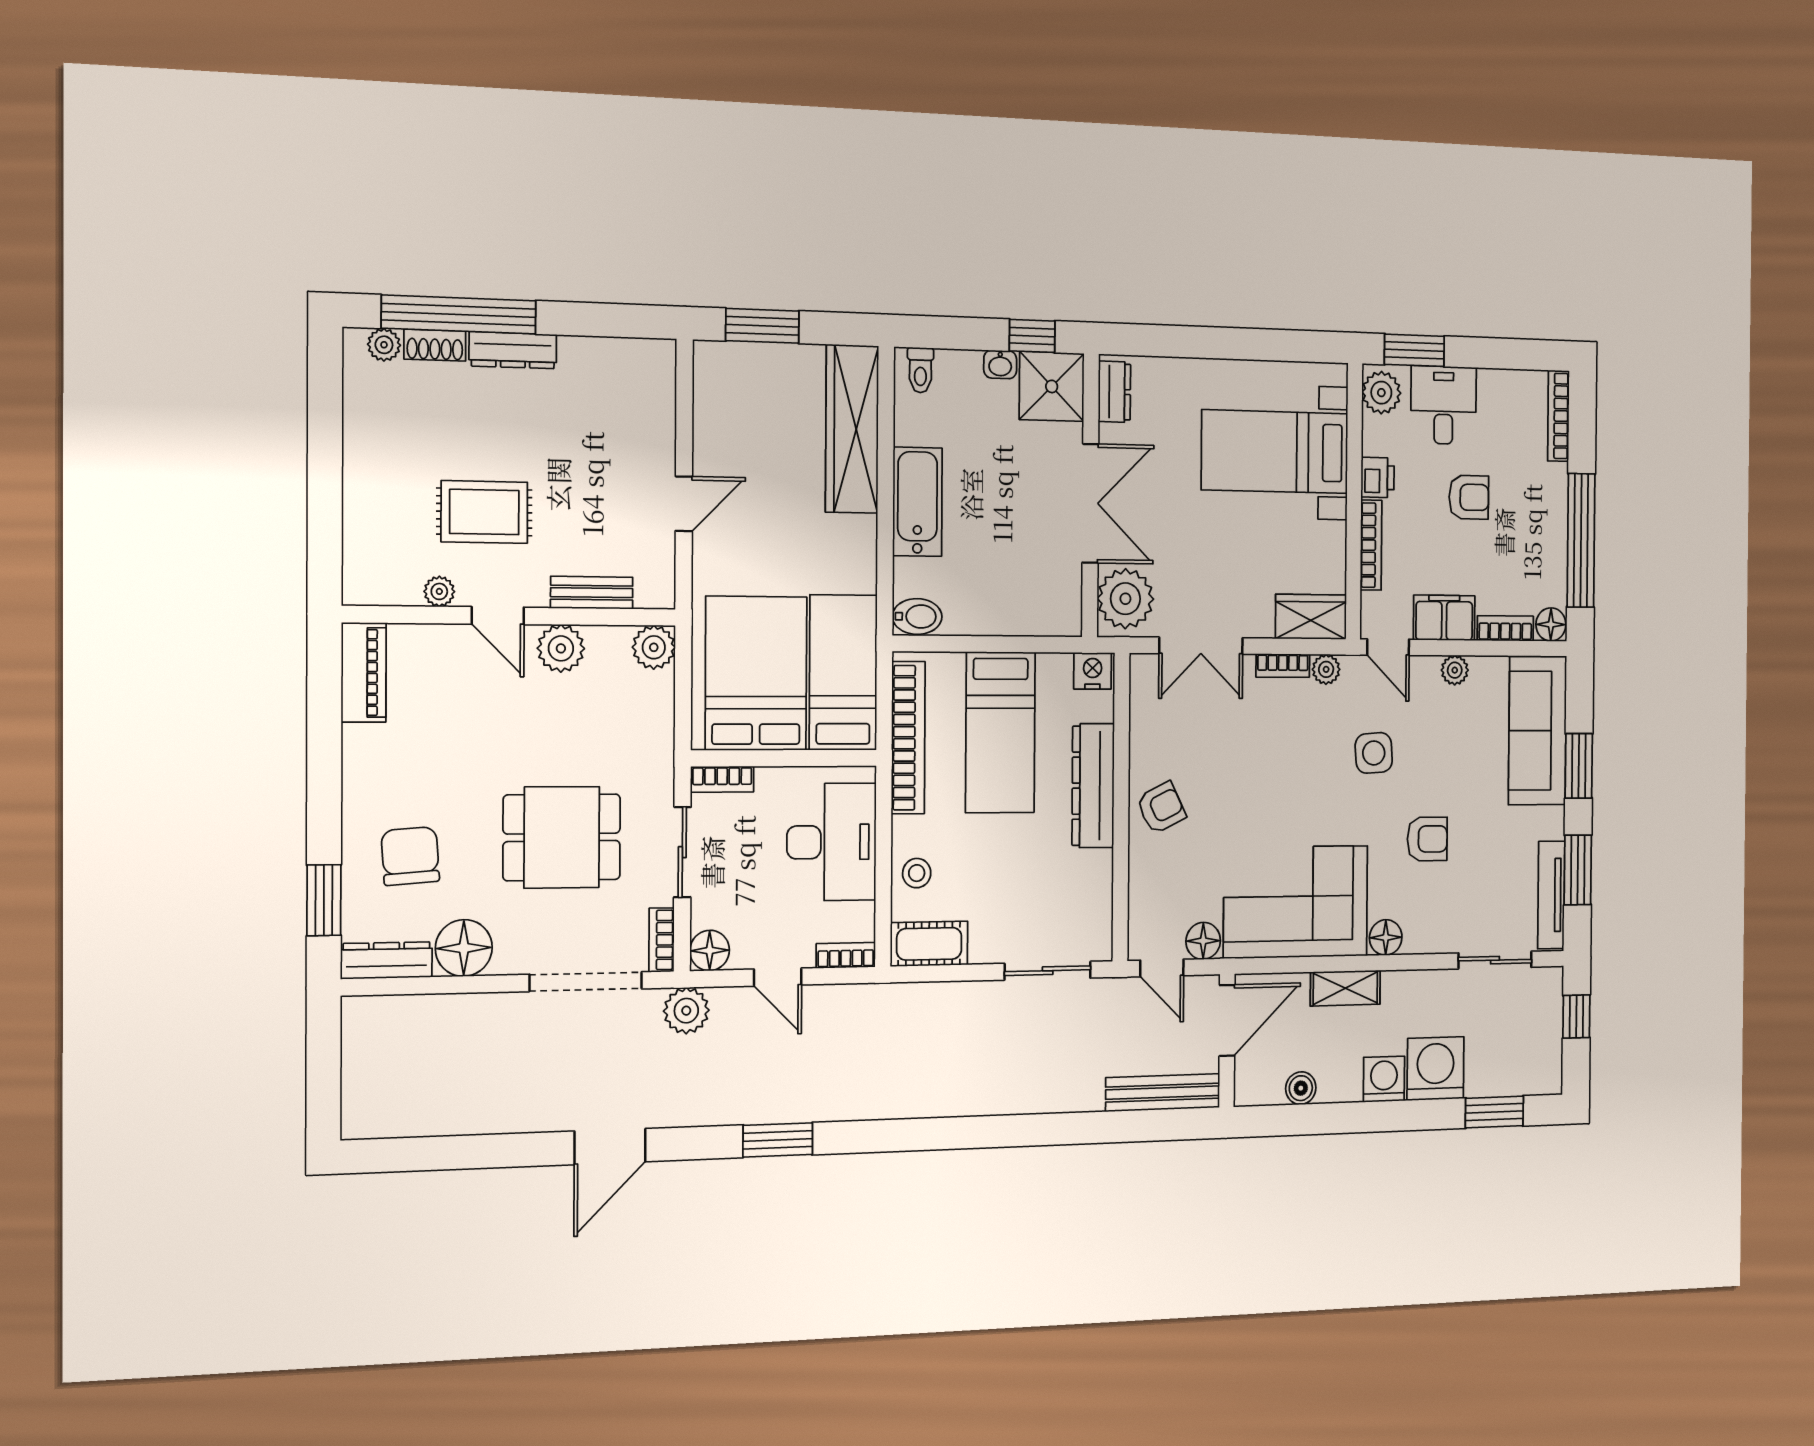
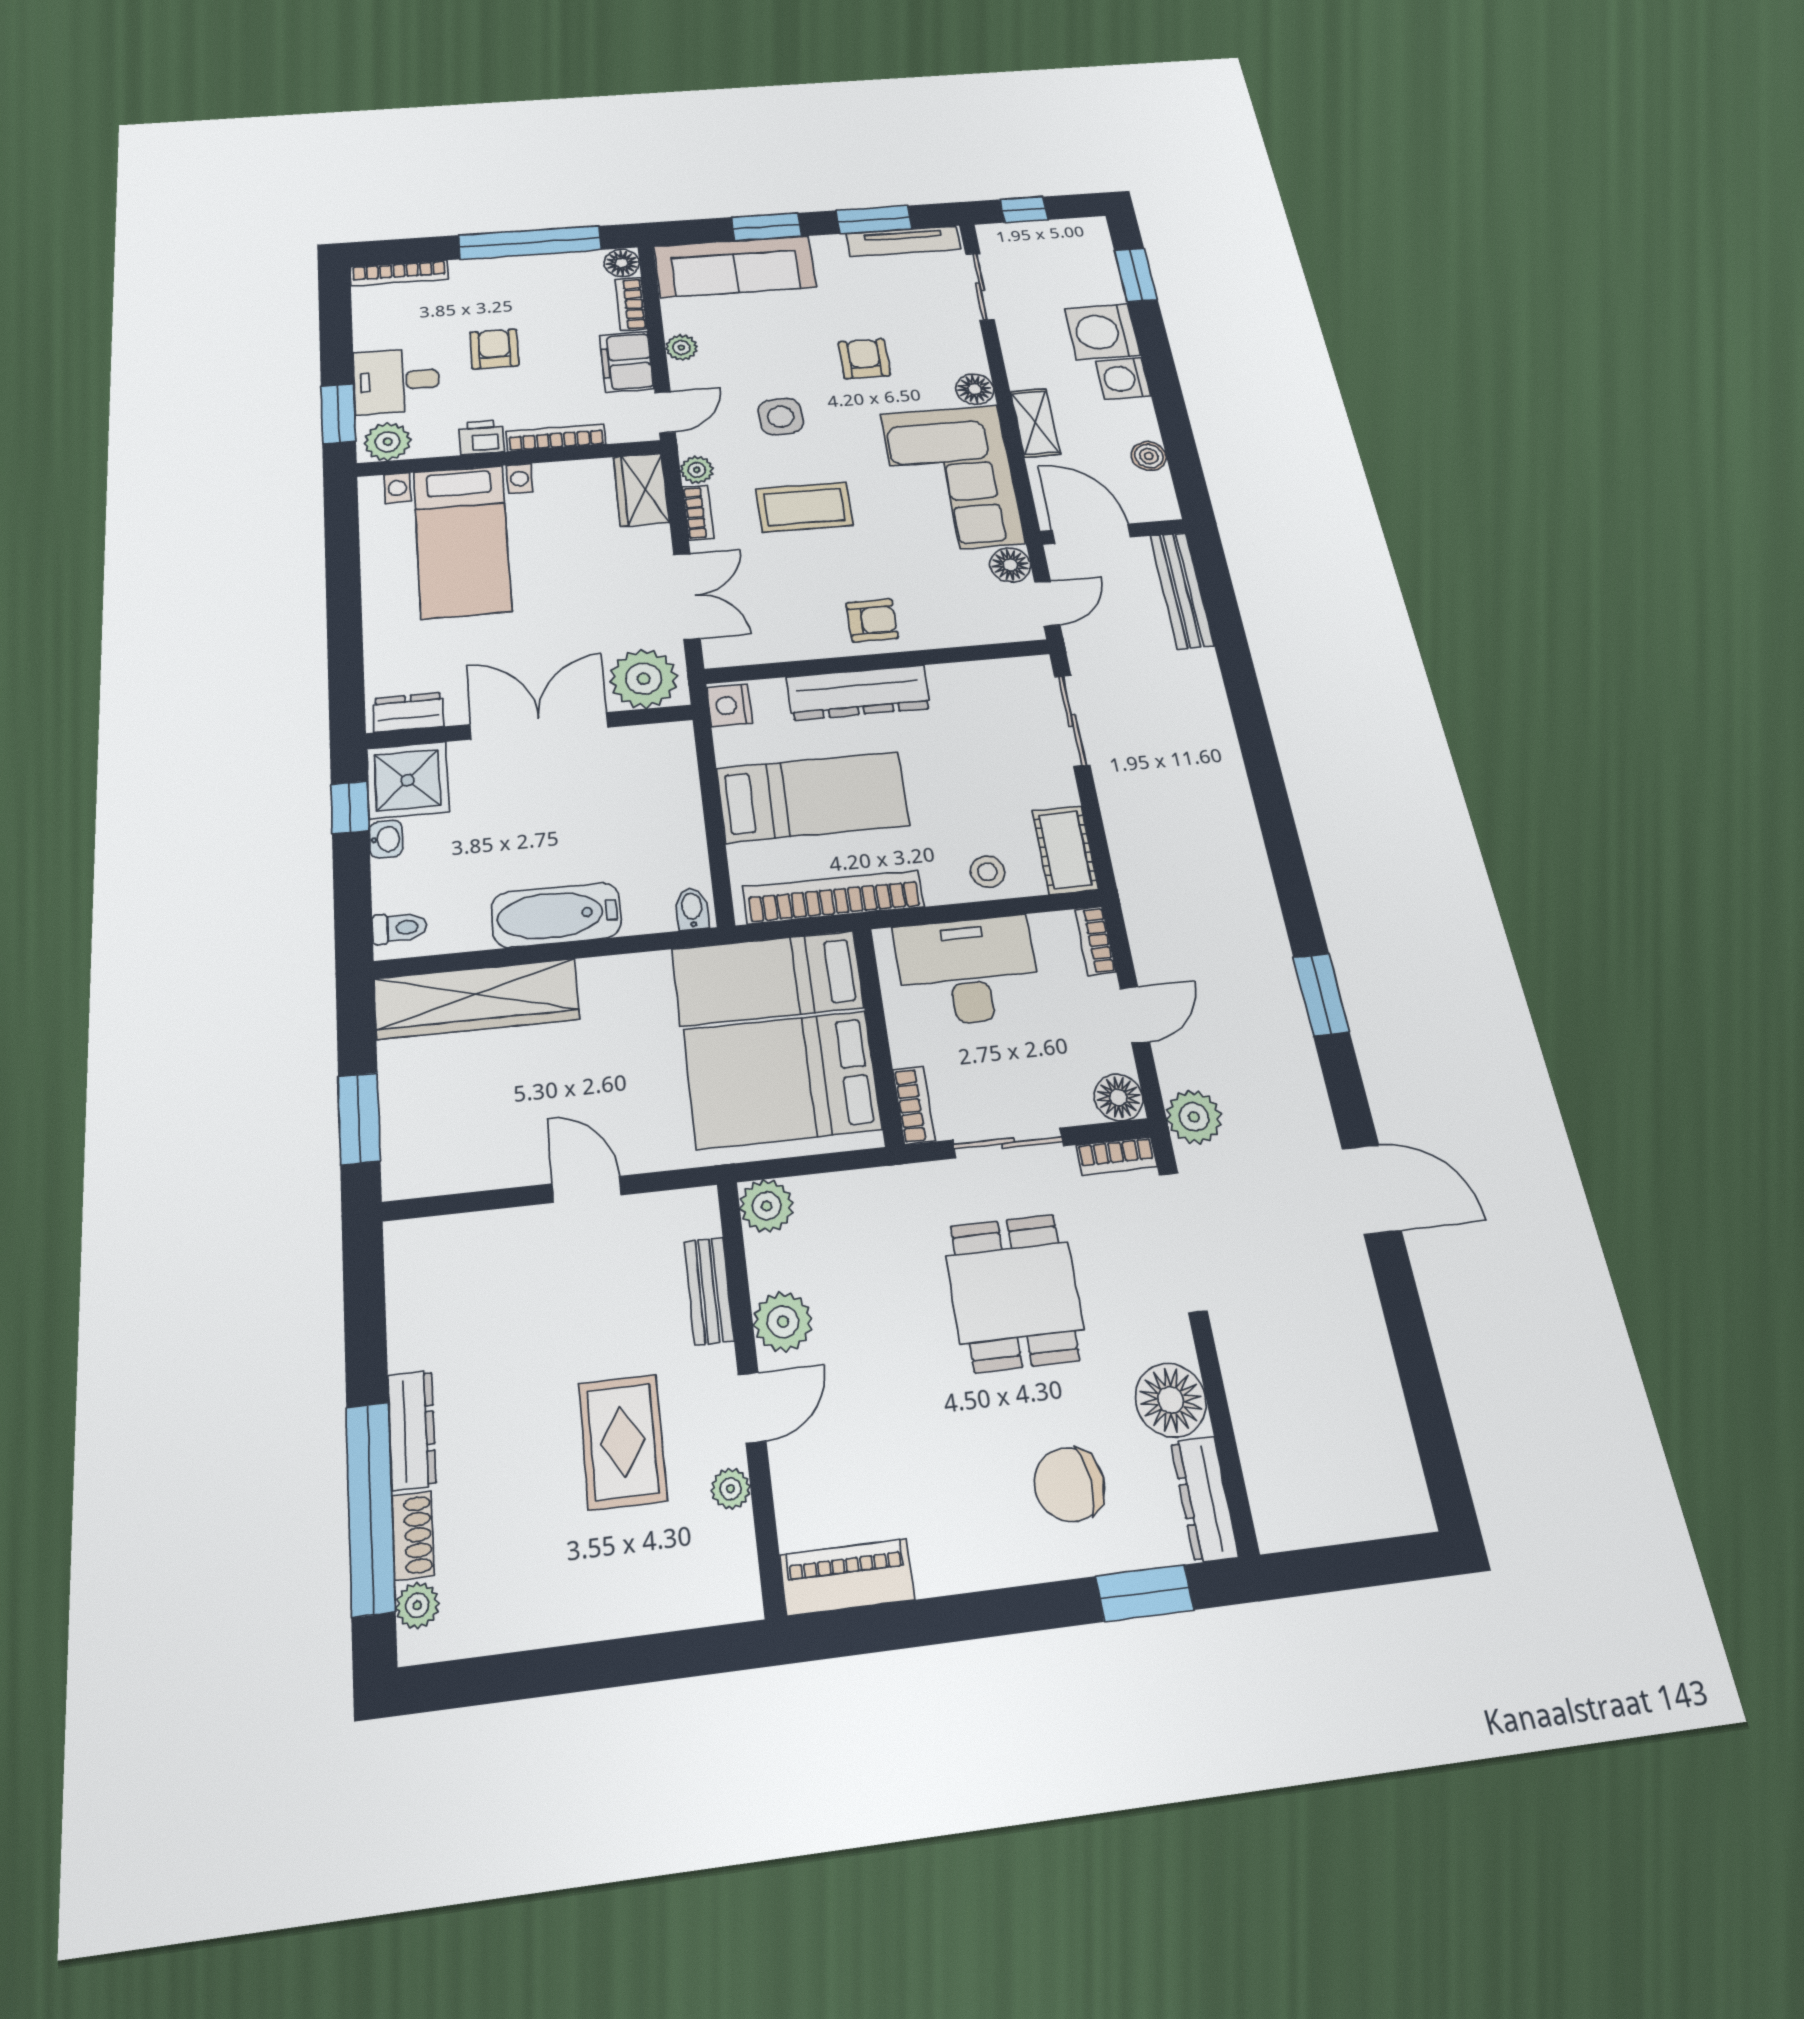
bidet: (917, 616) -> (692, 909), width x0.72, depth x0.74
coffee table: (1279, 763) -> (804, 507), added
armchair: (1161, 808) -> (872, 620), turned 116

